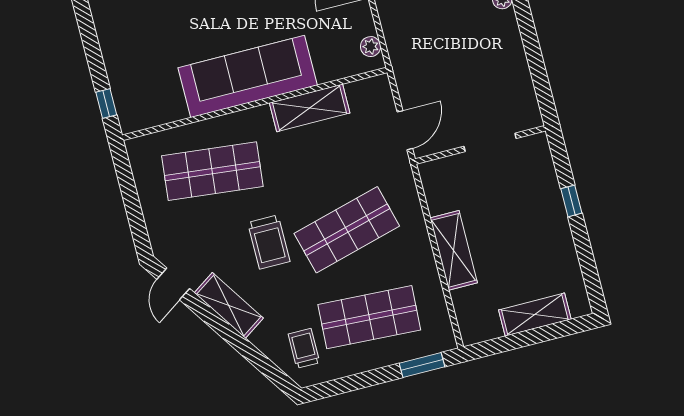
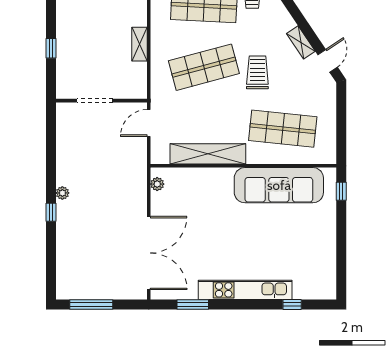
sofa: (248, 76) -> (279, 185), moved
shelving: (310, 108) -> (208, 154), width x1.47
shelving: (454, 250) -> (139, 44), width x0.67, depth x0.75
shelving: (229, 305) -> (301, 42), width x0.67, depth x0.75

